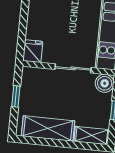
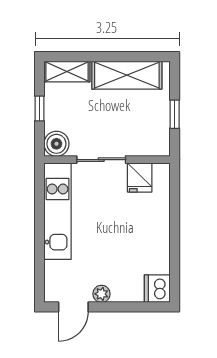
fridge: (33, 51) -> (140, 178), moved

